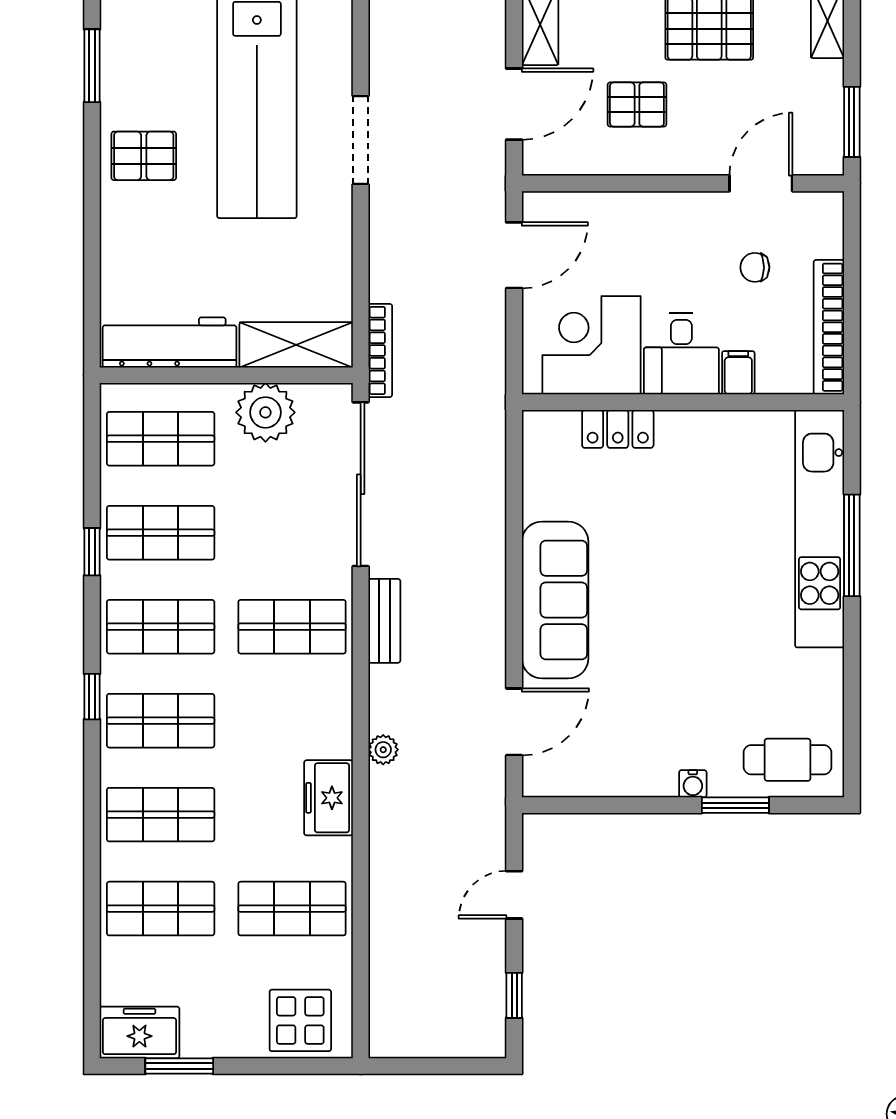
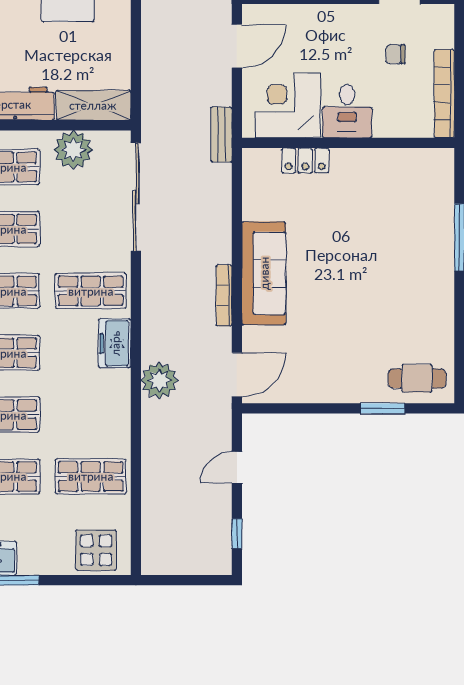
bookcase: (380, 350) -> (224, 295), moved, turned 180
filing cabinet: (738, 373) -> (385, 124), removed
kitchen unit: (820, 529) -> (438, 226), removed
bench: (384, 621) -> (221, 135), moved
door: (514, 722) -> (237, 375), moved
plant: (383, 750) -> (159, 380), width x1.88, depth x1.88
water cooler: (693, 784) -> (355, 394), removed
freezer: (329, 798) -> (115, 343), moved

